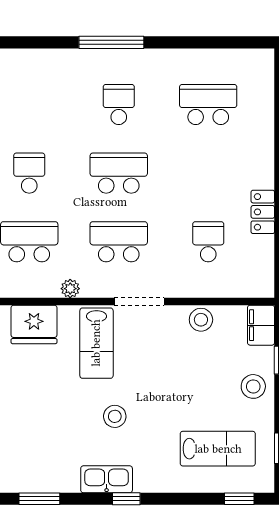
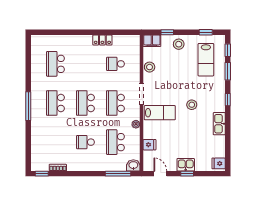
school desk: (119, 104) -> (55, 103), width x1.85
fridge: (34, 324) -> (149, 145), width x0.53, depth x0.75
lab bench: (218, 449) -> (206, 60), turned 180
kitchen sink: (107, 479) -> (219, 124), moved
window: (39, 499) -> (228, 71), moved

